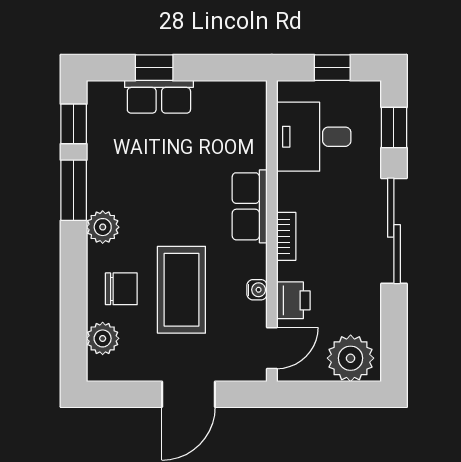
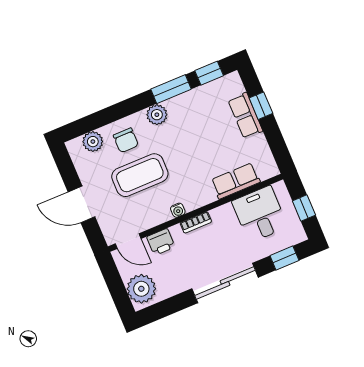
row of seats: (250, 206) -> (236, 181), moved
water cooler: (257, 290) -> (178, 210), moved

